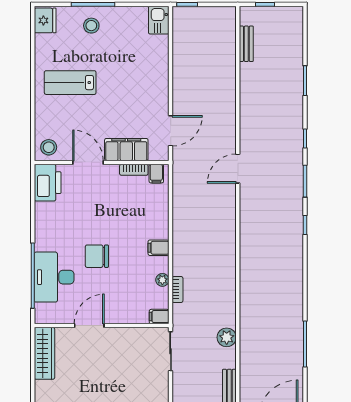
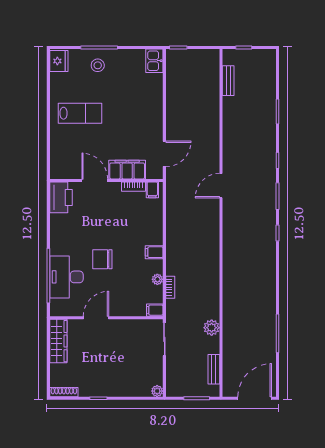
lab bench: (70, 83) -> (80, 113), turned 180
stool: (49, 147) -> (62, 168), removed

